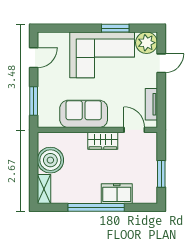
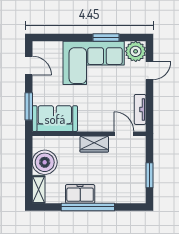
door: (34, 58) -> (29, 65), hinge flipped
sofa: (84, 114) -> (55, 119), moved
freezer: (117, 194) -> (80, 194), moved

